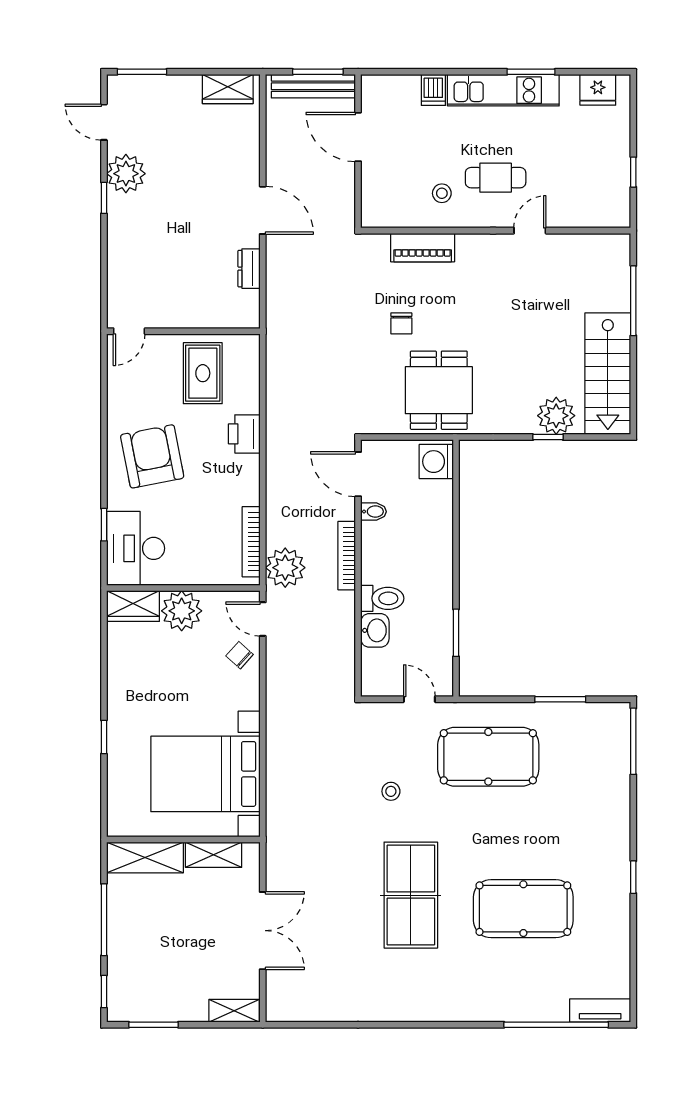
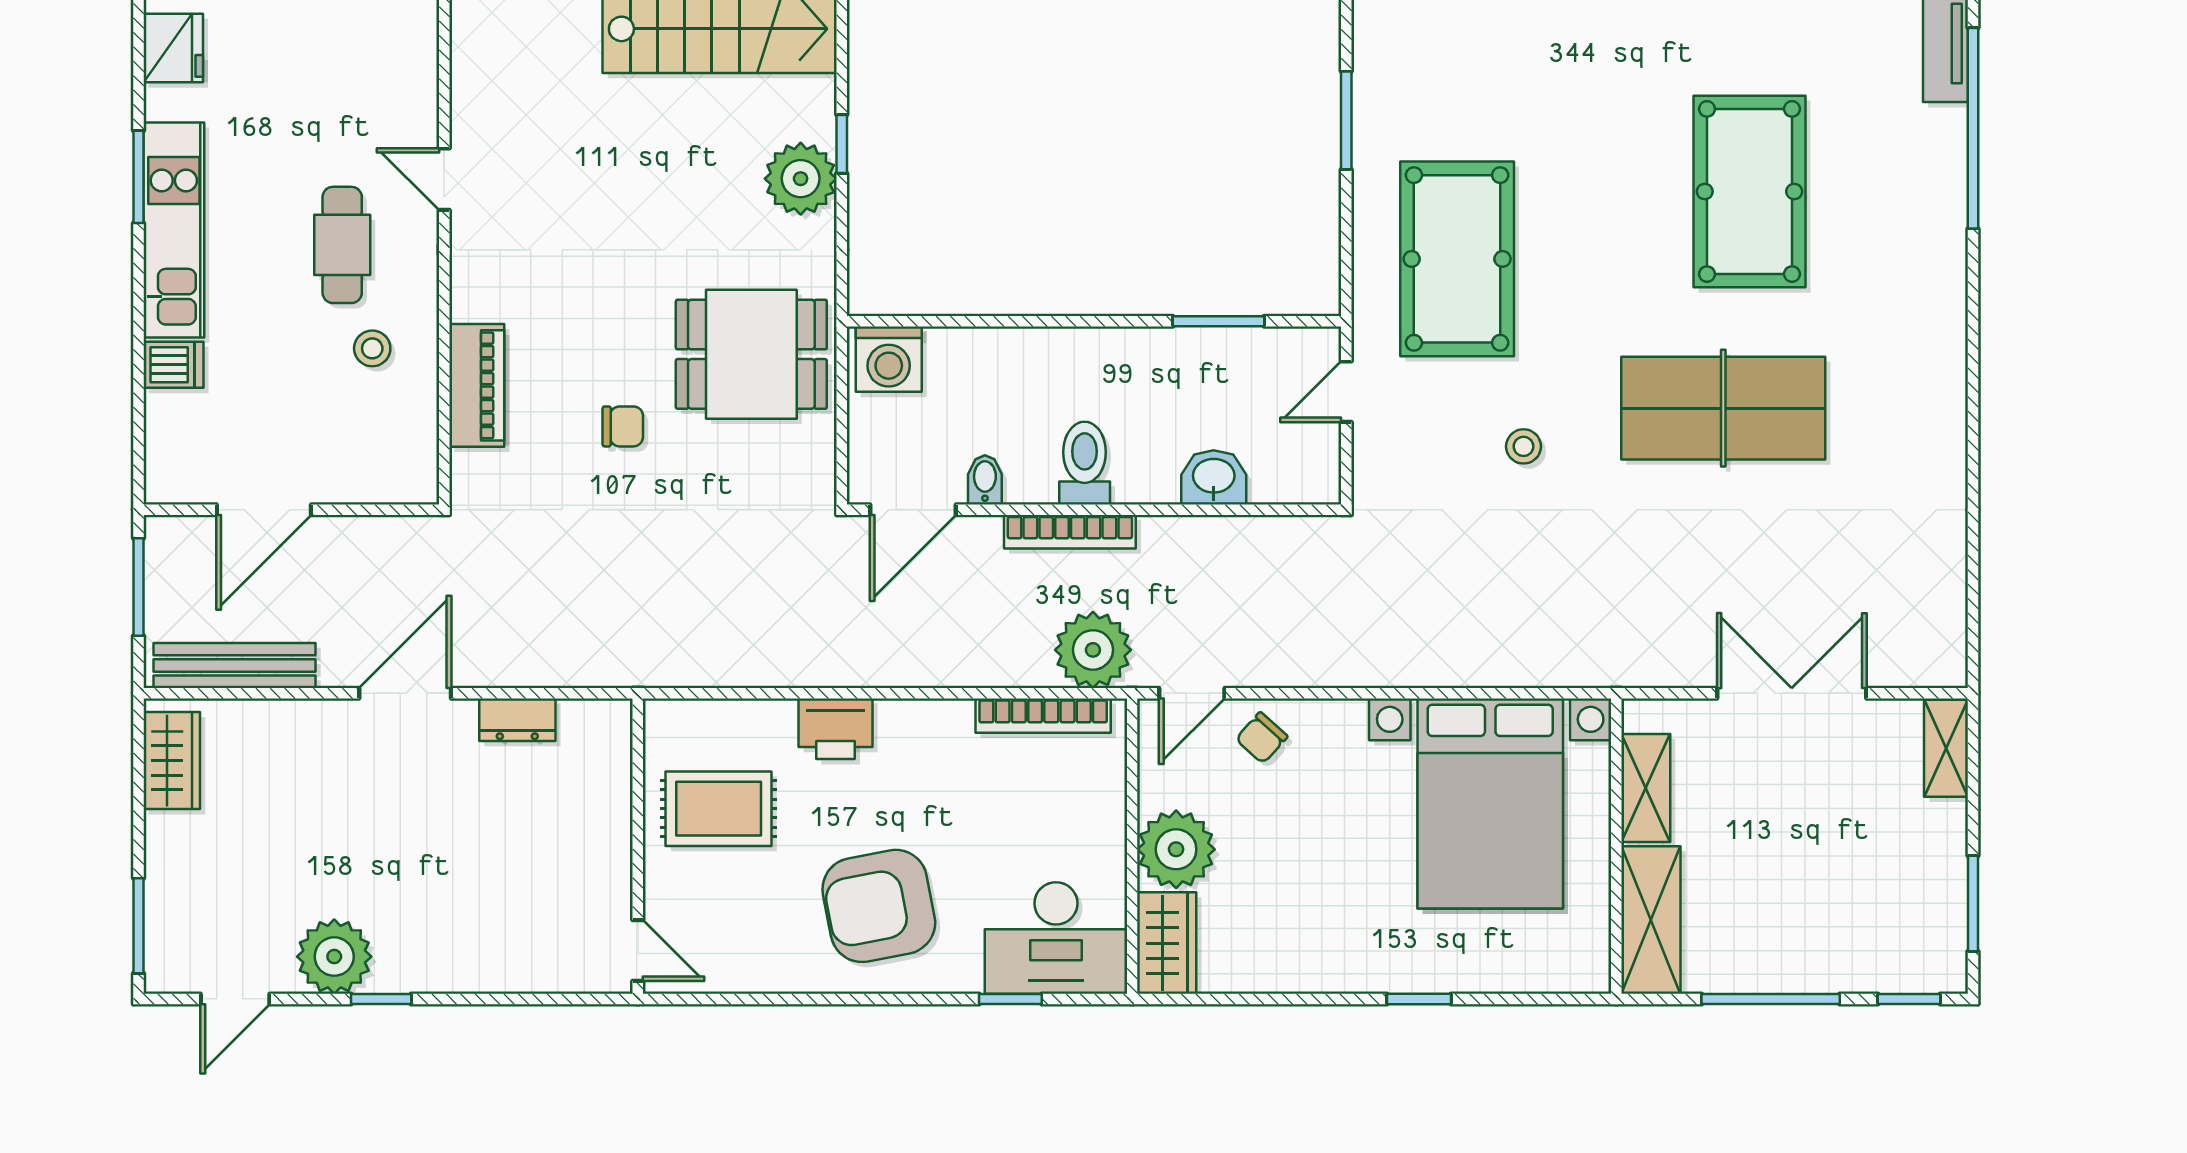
bench: (313, 86) -> (234, 665), moved, turned 90
plant: (556, 416) -> (801, 179), moved
toilet: (382, 598) -> (1085, 463), moved

